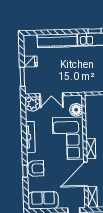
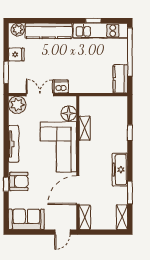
plant: (31, 40) -> (18, 30), added
dishwasher: (69, 87) -> (61, 87), added
double door: (51, 95) -> (40, 95), swing flipped
shelving: (91, 149) -> (85, 128), moved

